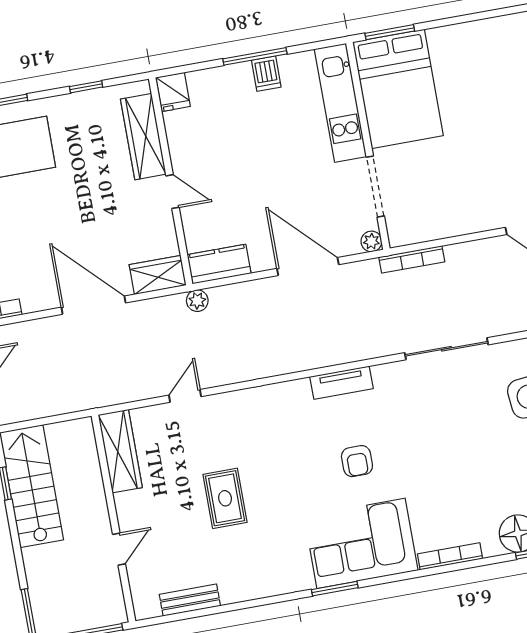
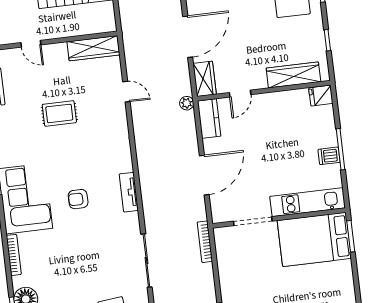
door: (173, 192) -> (240, 94), moved
plant: (371, 241) -> (218, 217), removed

